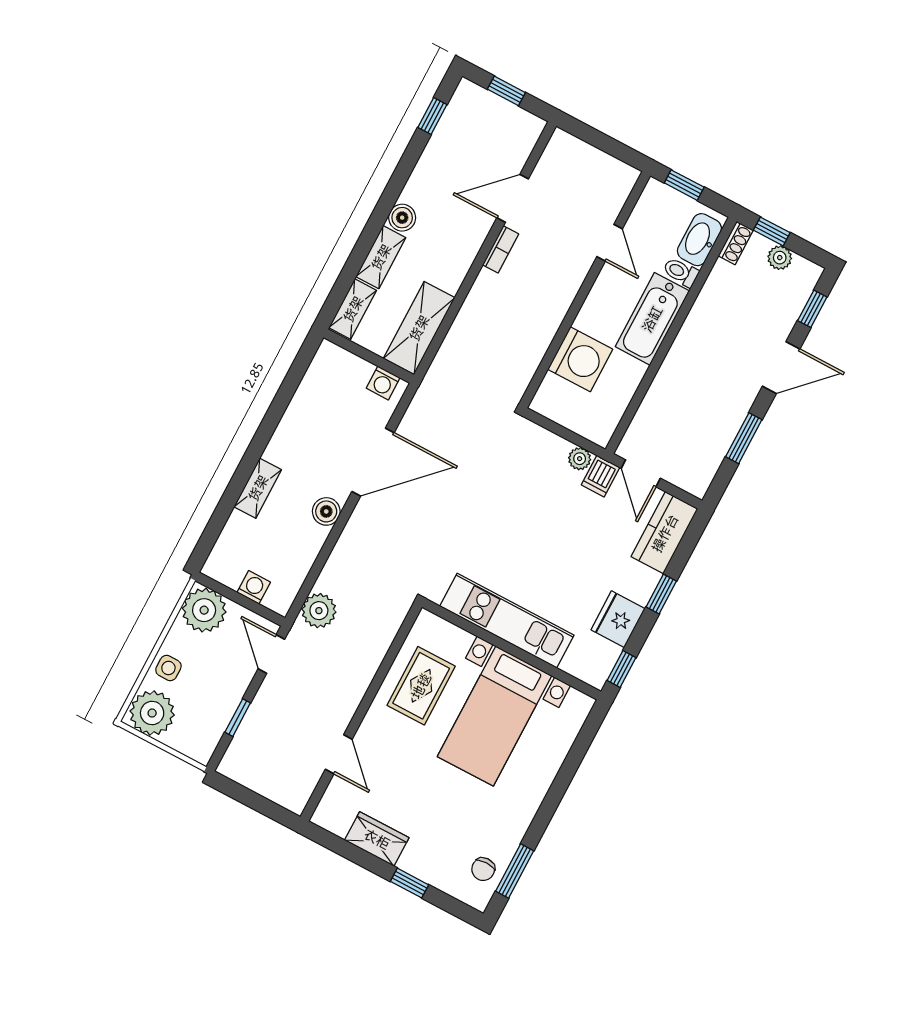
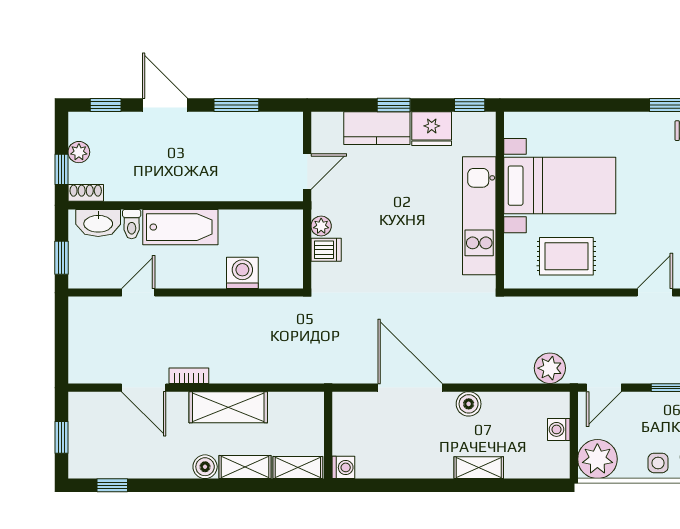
shelving: (419, 328) -> (228, 407), moved
washing machine: (580, 359) -> (242, 273), width x0.73, depth x0.73
washing machine: (383, 383) -> (343, 467), moved
dishwasher: (601, 476) -> (326, 250), moved
kitchen counter: (665, 533) -> (377, 128), moved

